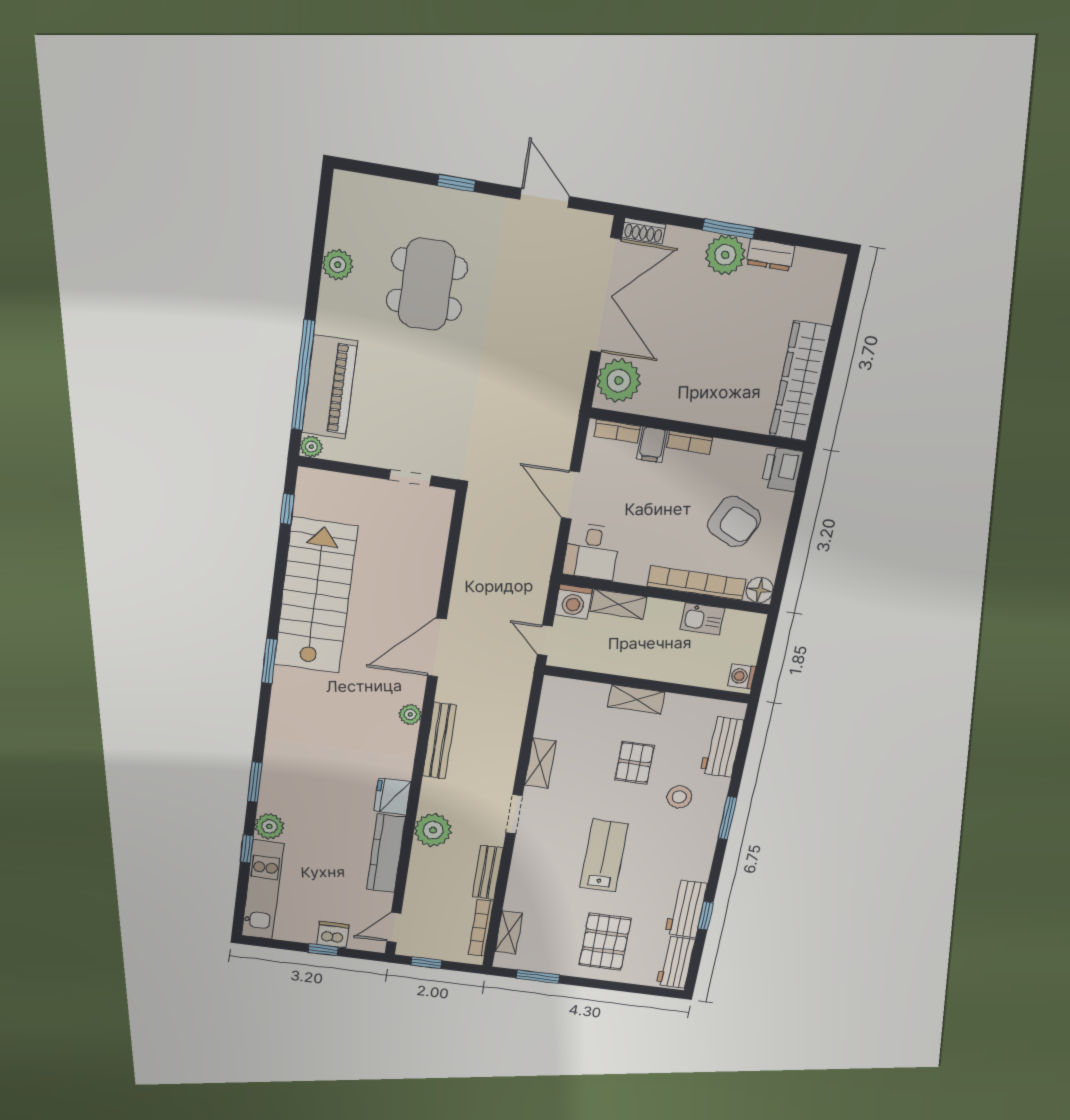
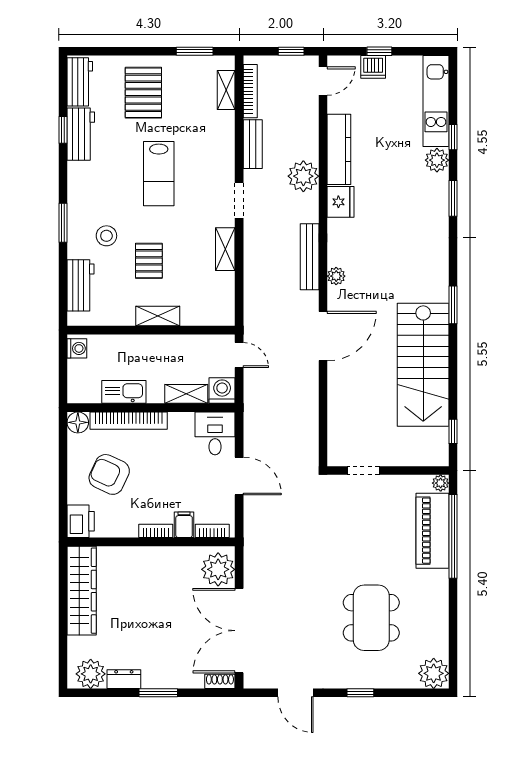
plant: (725, 255) -> (91, 674), moved
plant: (338, 265) -> (434, 673), moved, width x1.36, depth x1.36
kitchen sink: (703, 619) -> (124, 392), width x1.38

